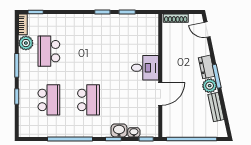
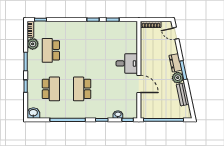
door: (160, 94) -> (139, 84), hinge flipped
school desk: (89, 100) -> (82, 89), turned 180
washbasin: (119, 130) -> (33, 113), moved

